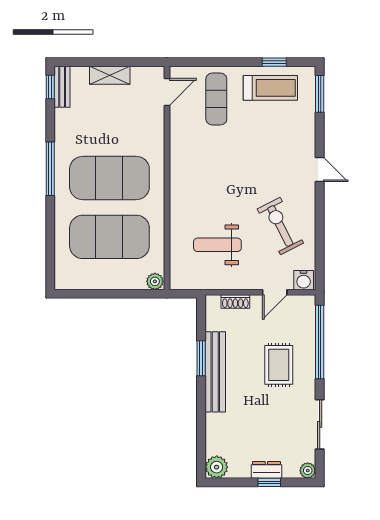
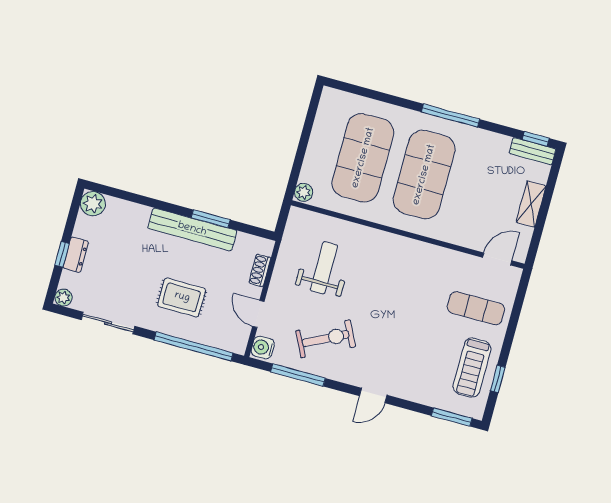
door: (167, 92) -> (497, 259), swing flipped
window: (320, 242) -> (298, 375), added

